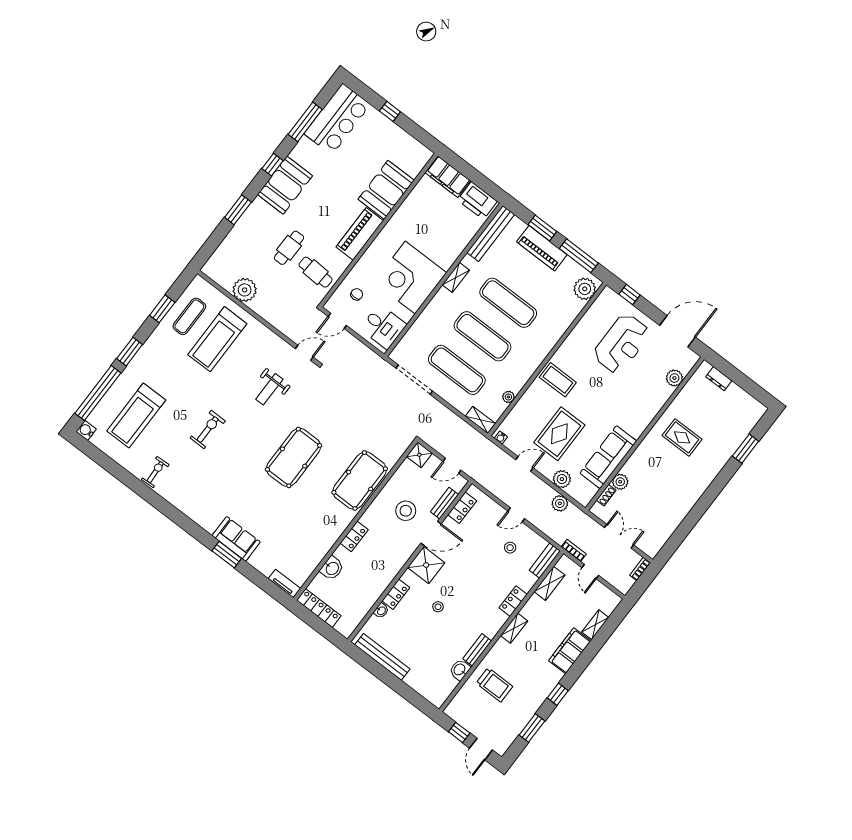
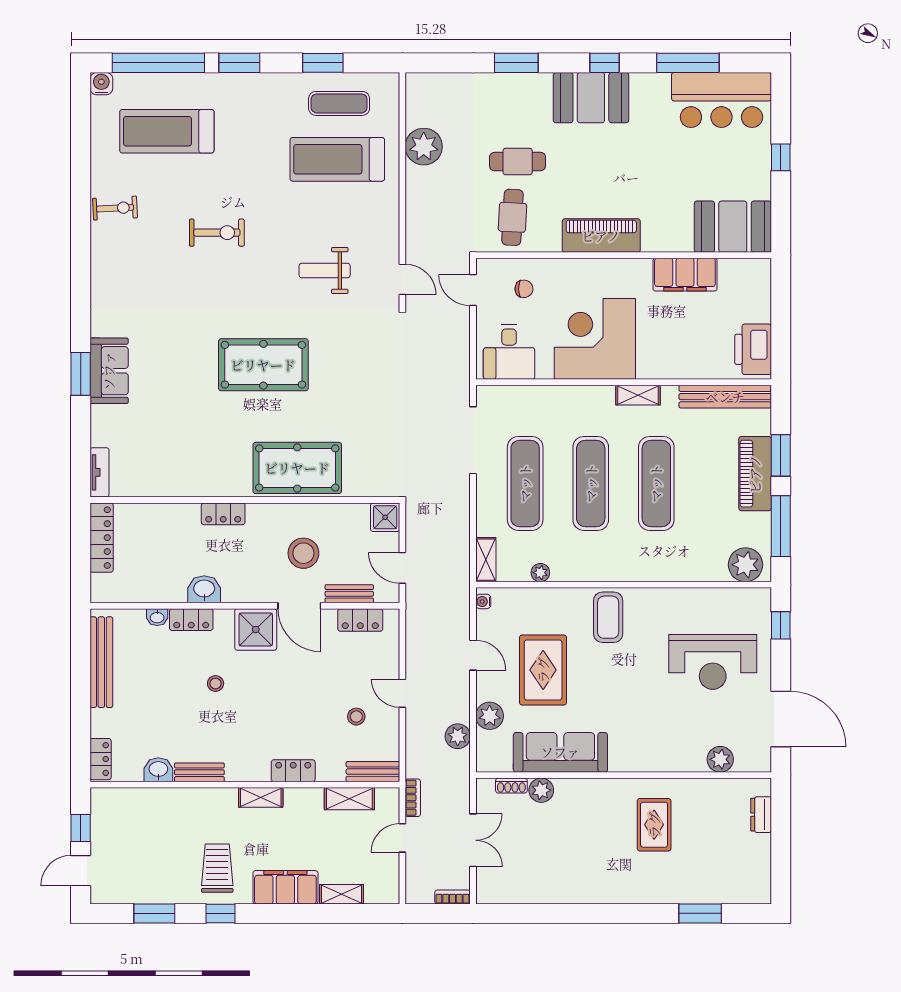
filing cabinet: (448, 177) -> (685, 275), moved, turned -90
booth: (386, 190) -> (733, 227), moved
rug: (559, 434) -> (543, 670), turned 90
washbasin: (332, 568) -> (204, 589), moved, turned 180
trolley: (494, 685) -> (217, 868), moved, turned 180
locker: (432, 695) -> (101, 759), added

